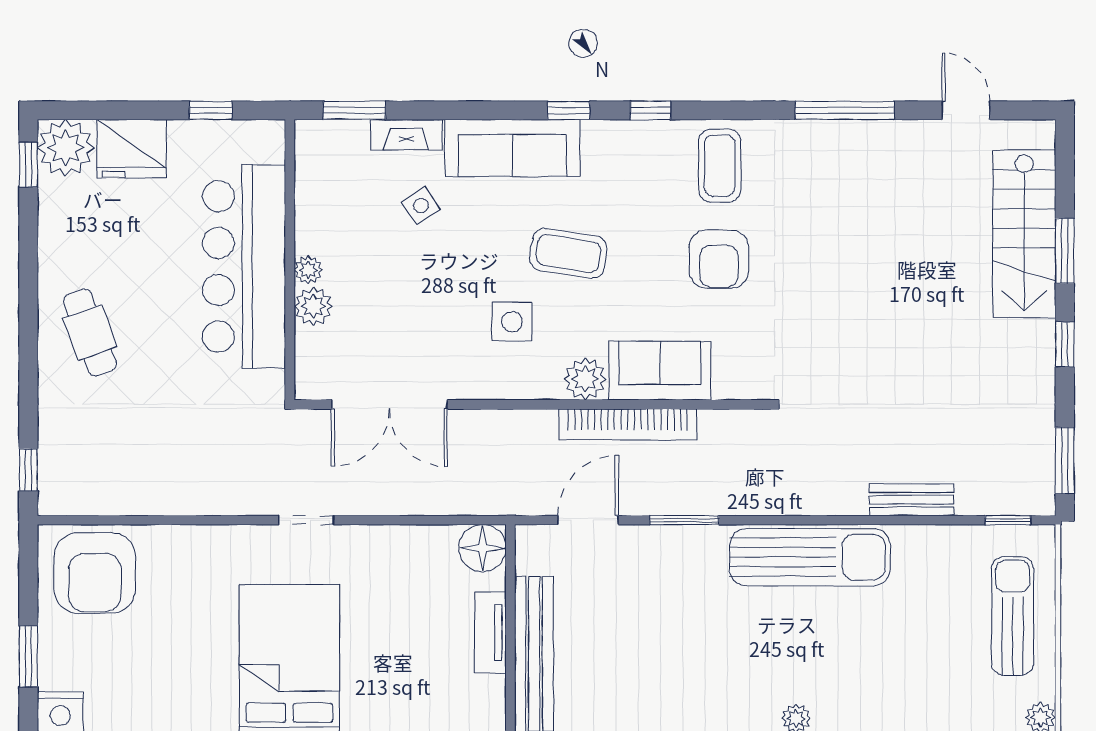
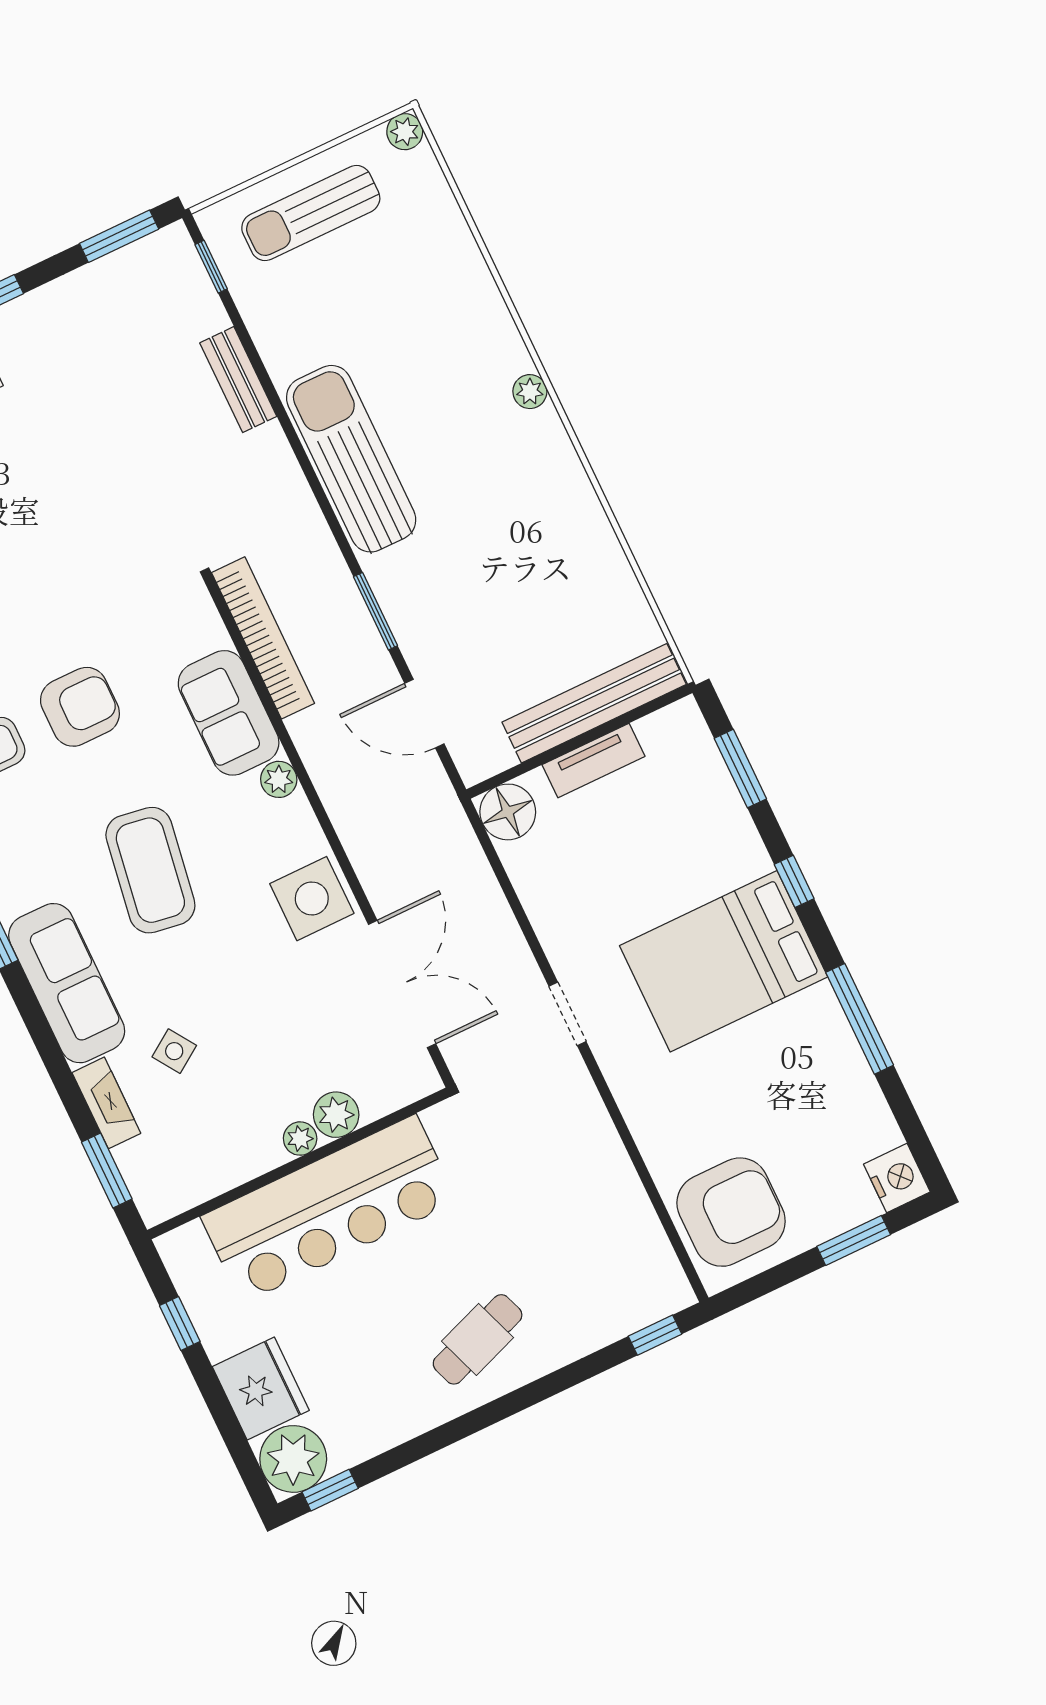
coffee table: (568, 253) -> (150, 870), width x1.36, depth x1.32
side table: (512, 322) -> (312, 899), moved, width x1.37, depth x1.37
plant: (585, 379) -> (279, 779), width x0.73, depth x0.73
bookcase: (628, 424) -> (263, 638), moved

